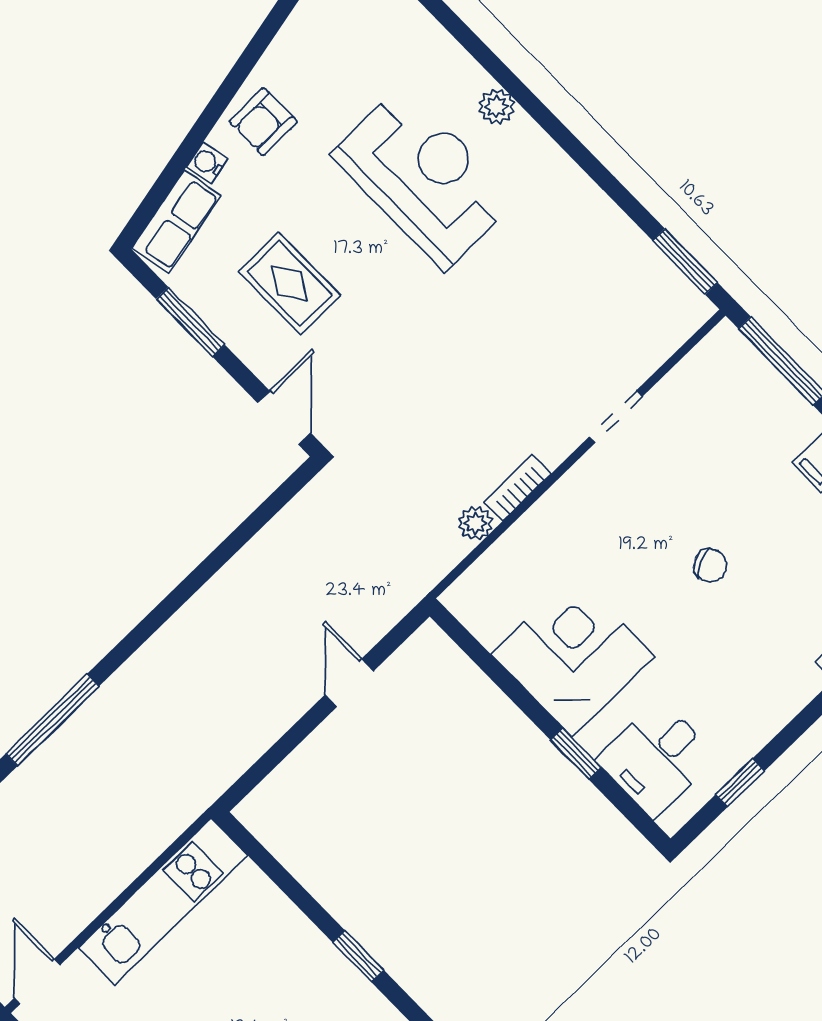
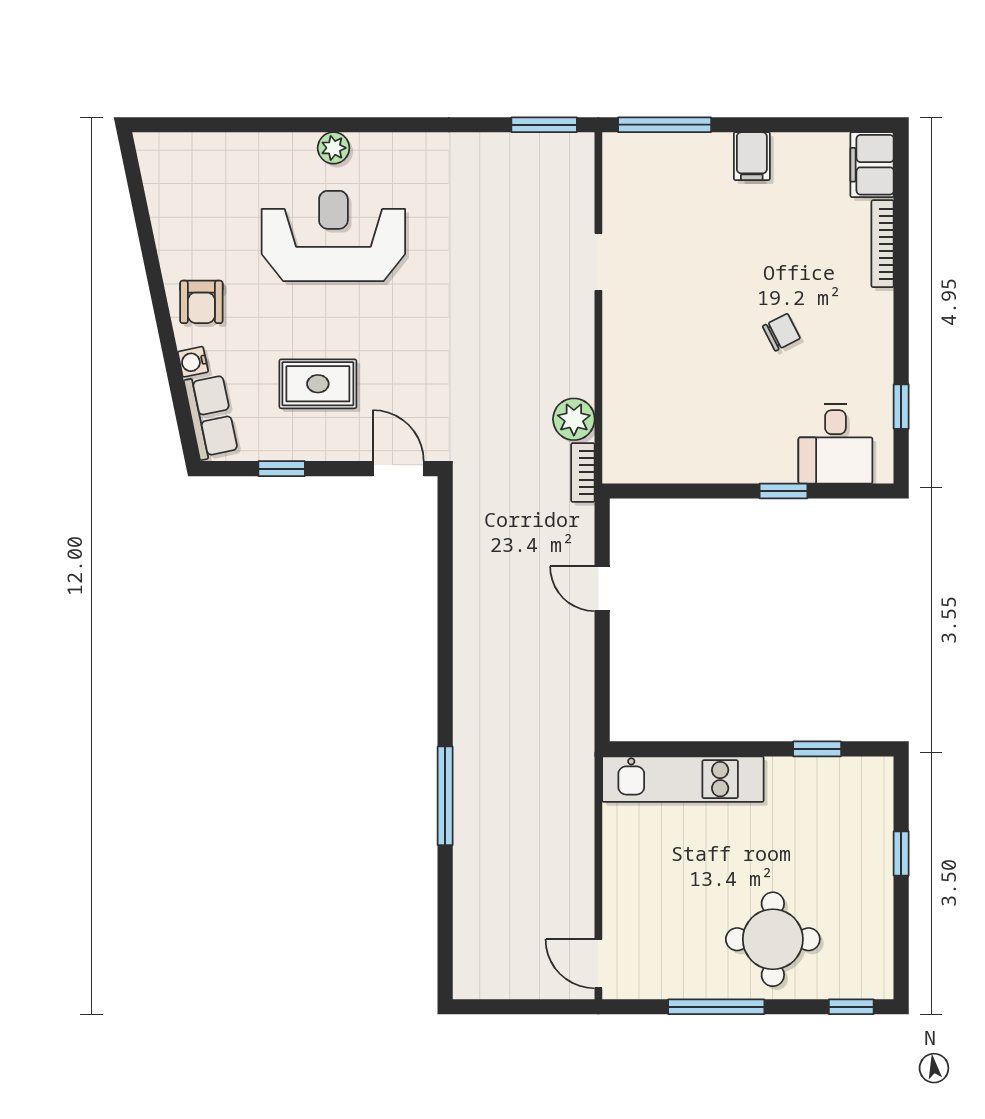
window: (190, 322) -> (282, 469), width x0.67
bookcase: (517, 488) -> (583, 472), moved
plant: (476, 523) -> (574, 419), width x1.38, depth x1.38
chair: (710, 565) -> (781, 332), moved
corner desk: (573, 655) -> (721, 433), removed
kitchen unit: (163, 901) -> (683, 779), moved, turned 90
window: (358, 956) -> (817, 749), moved

